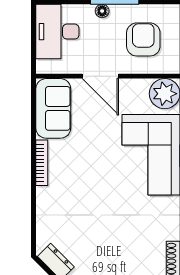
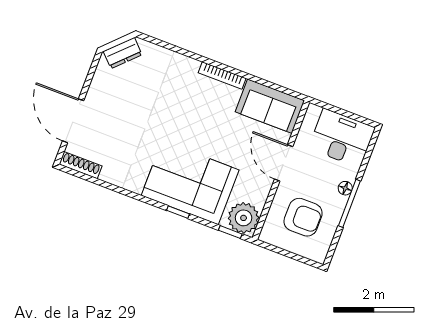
door: (100, 76) -> (284, 163), hinge flipped

